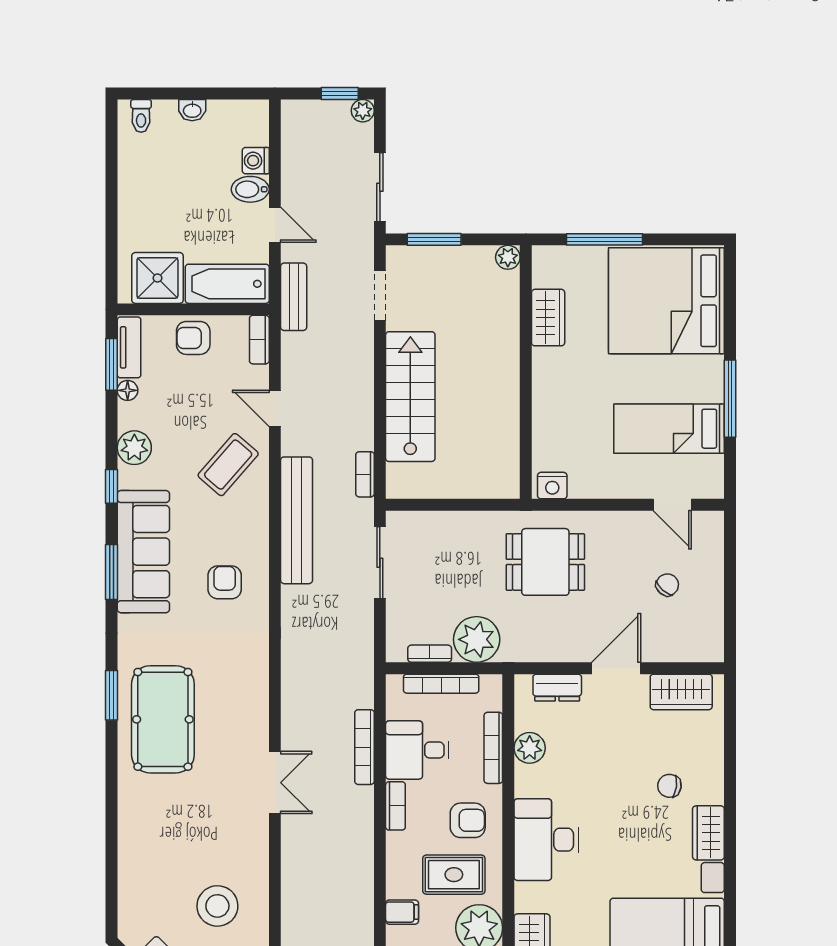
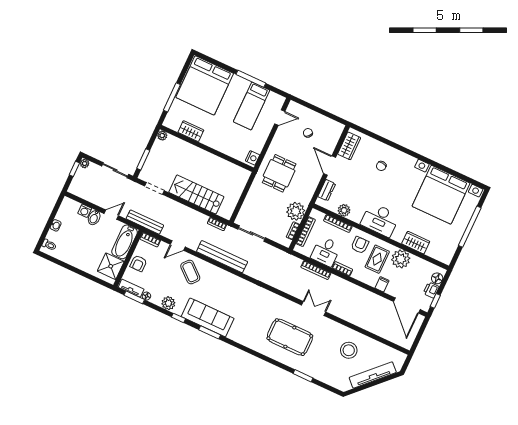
bench: (294, 297) -> (145, 222), width x1.36
armchair: (225, 582) -> (232, 293), removed
window: (112, 695) -> (303, 376), moved
pool table: (163, 719) -> (290, 337), moved
wardrobe: (708, 833) -> (405, 160), removed

